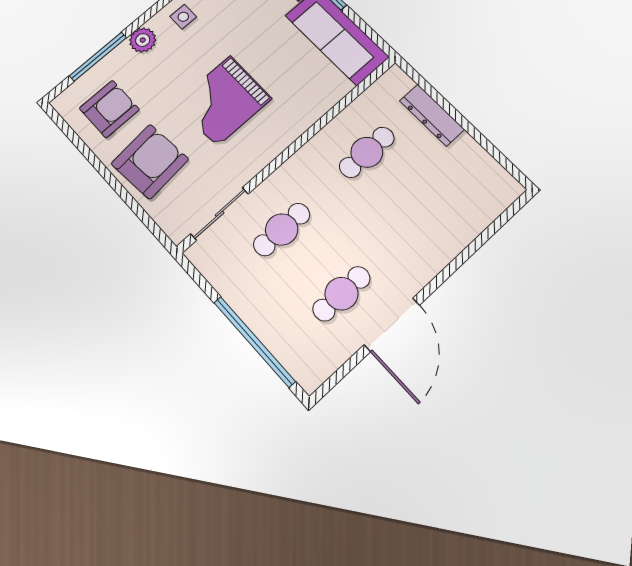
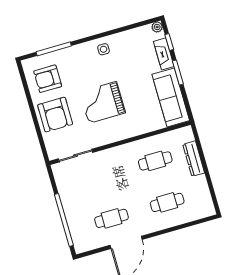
plant: (143, 40) -> (79, 51), removed
armchair: (109, 109) -> (48, 79), turned 180
armchair: (150, 161) -> (55, 115), turned 95
cafe table: (282, 229) -> (167, 202), moved

